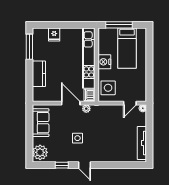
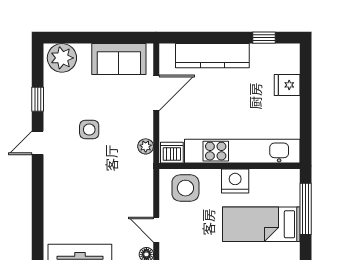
window: (29, 47) -> (264, 38), width x0.46
kitchen counter: (39, 74) -> (212, 56), width x1.50
door: (71, 103) -> (156, 93), moved

